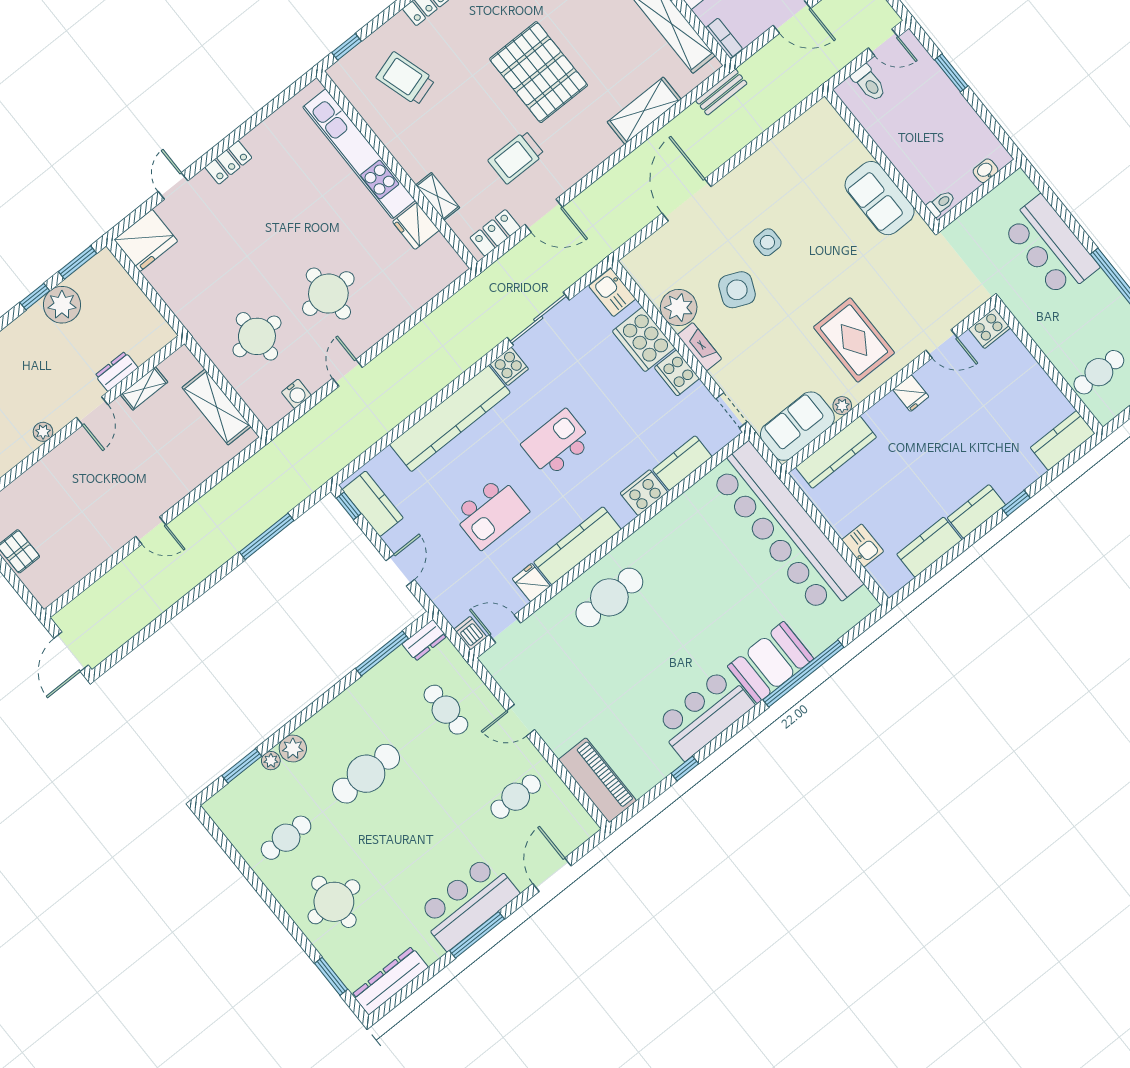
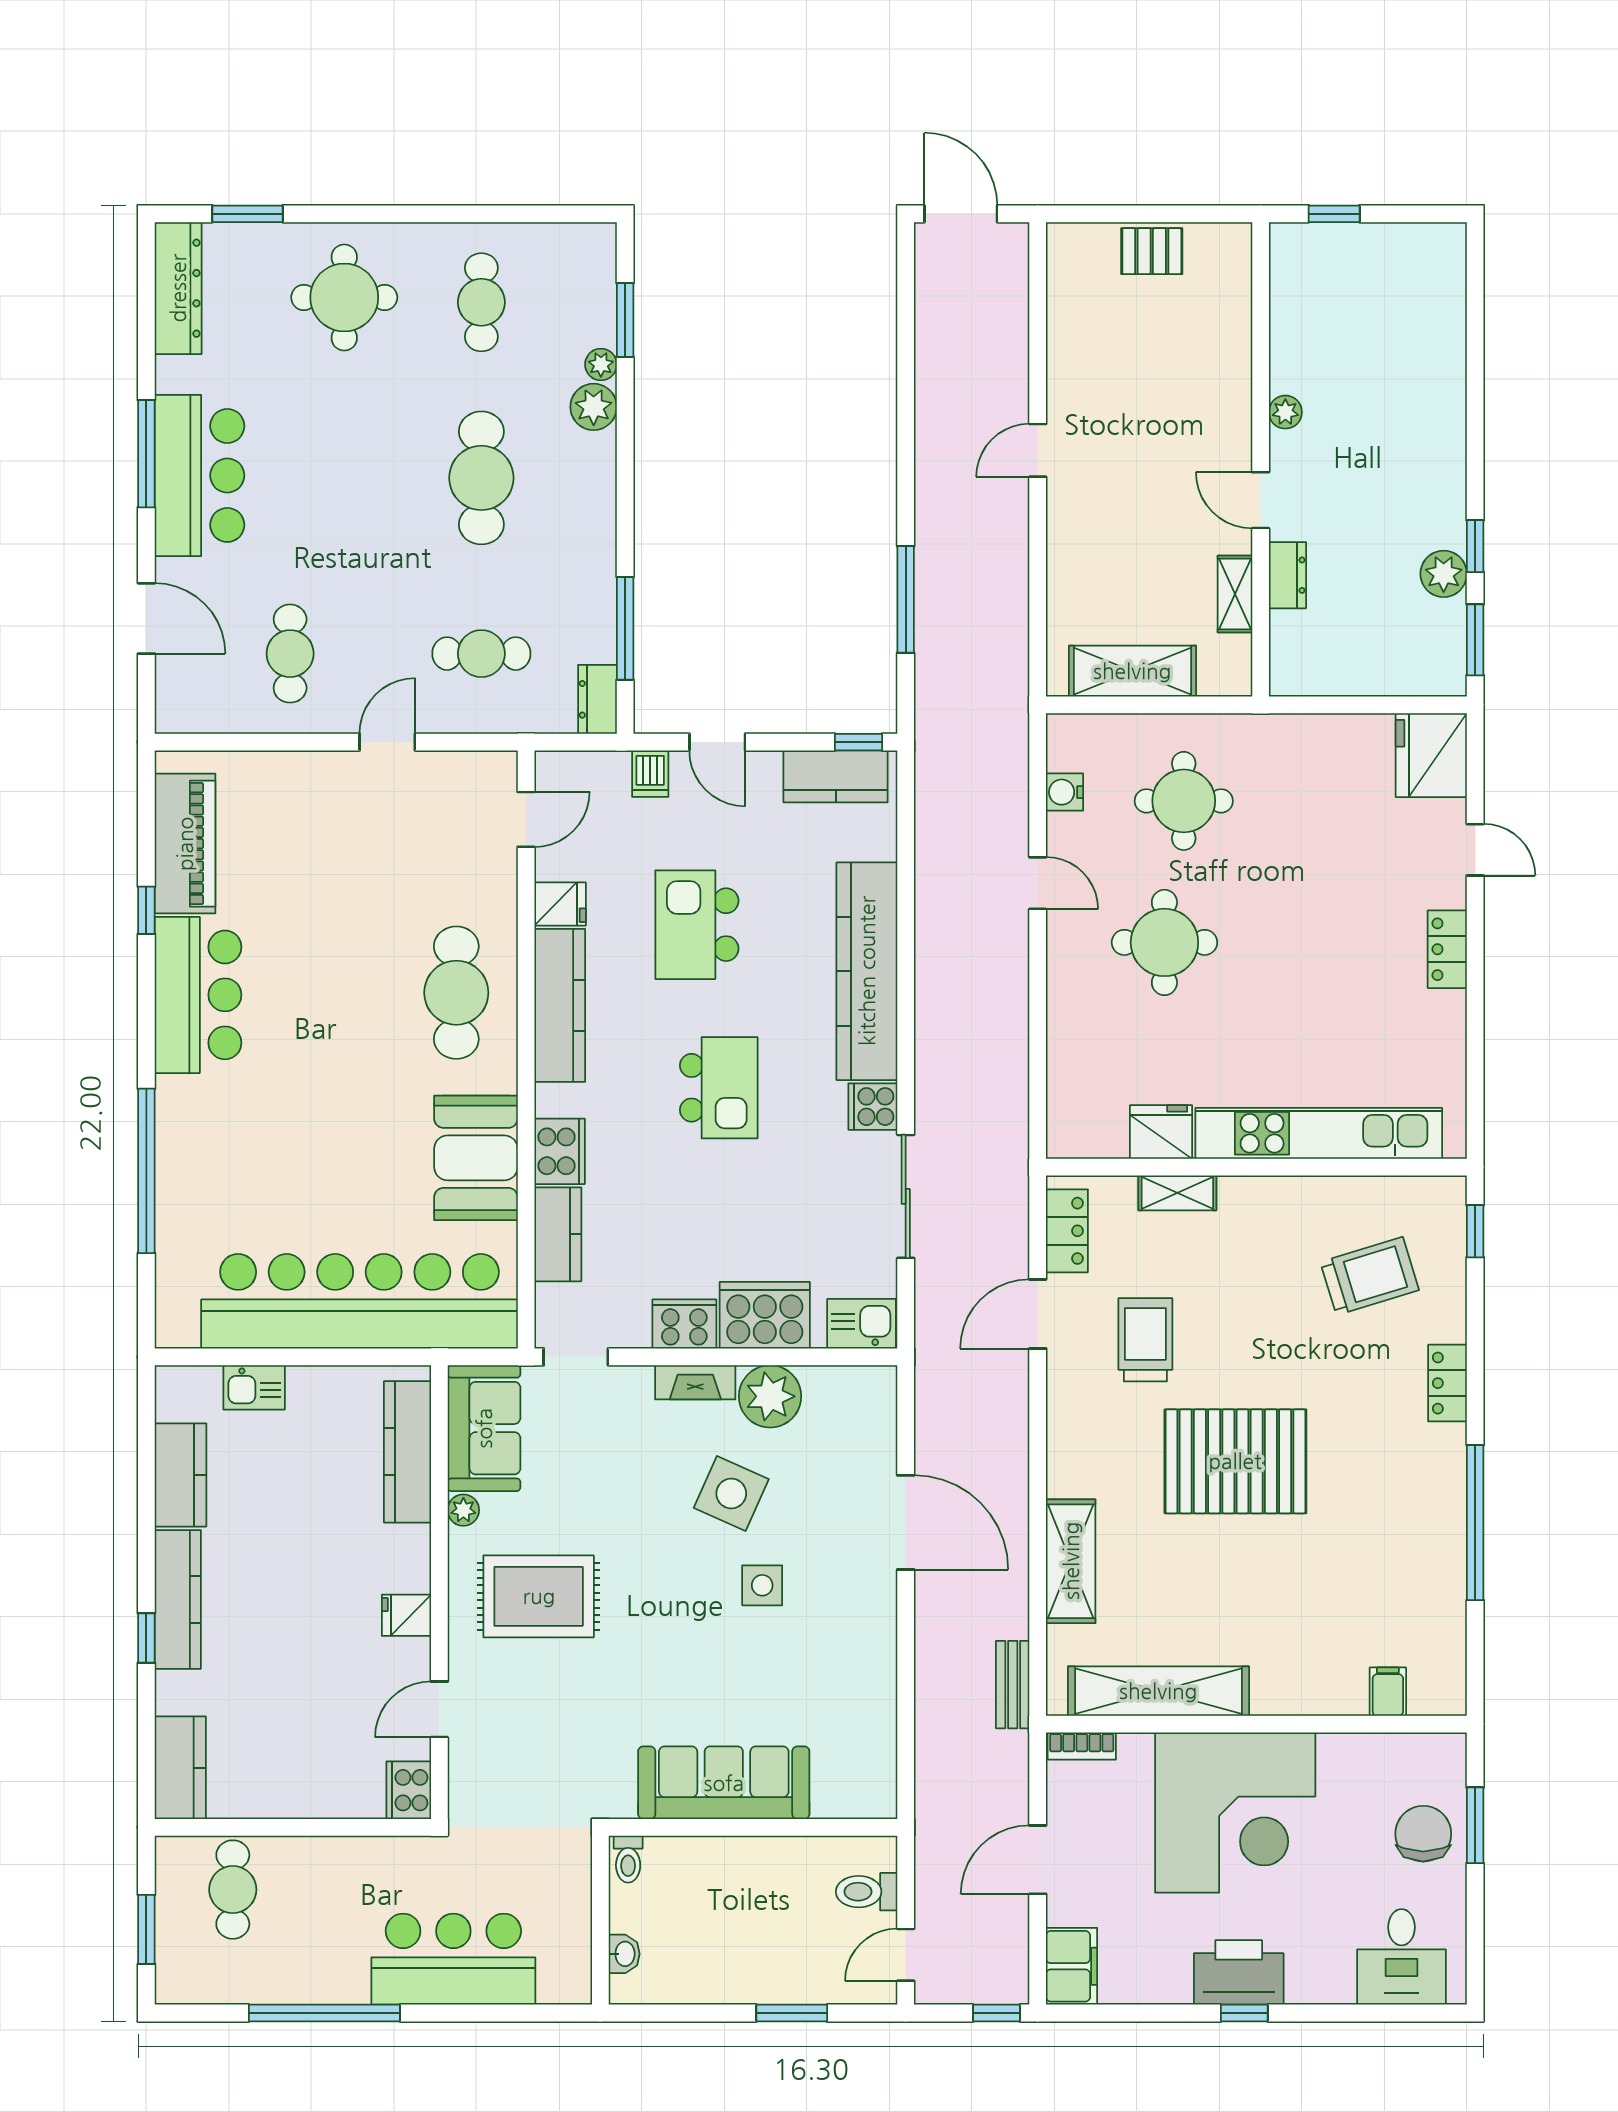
sofa: (880, 198) -> (724, 1783), width x1.36
plant: (62, 305) -> (1444, 574), width x0.73, depth x0.73
kitchen counter: (976, 511) -> (178, 1599), width x1.50
dishwasher: (470, 633) -> (650, 774), moved, turned 90
booth: (770, 662) -> (476, 1158), moved
piano: (597, 780) -> (185, 844), moved, turned -90

